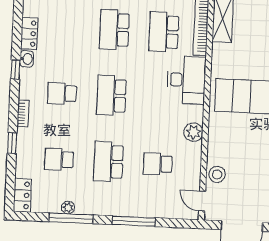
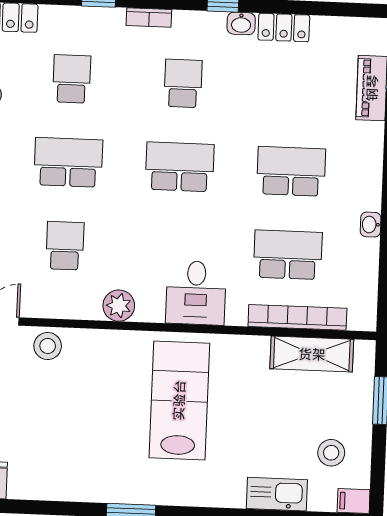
desk: (186, 80) -> (196, 293), width x0.73

